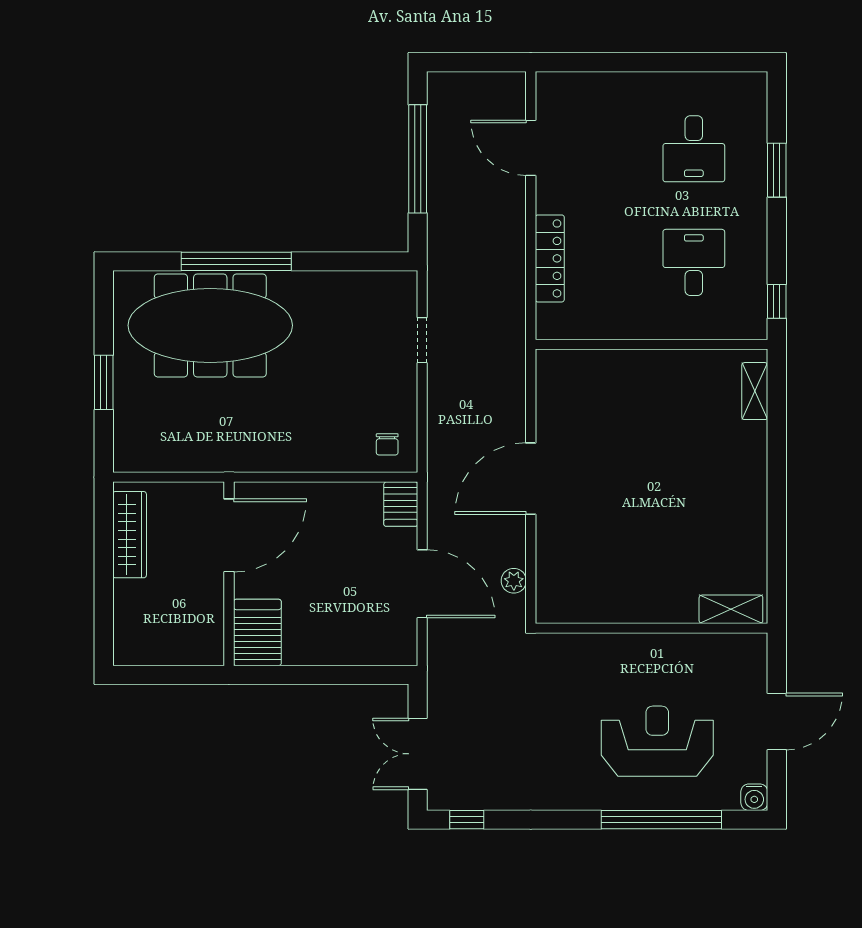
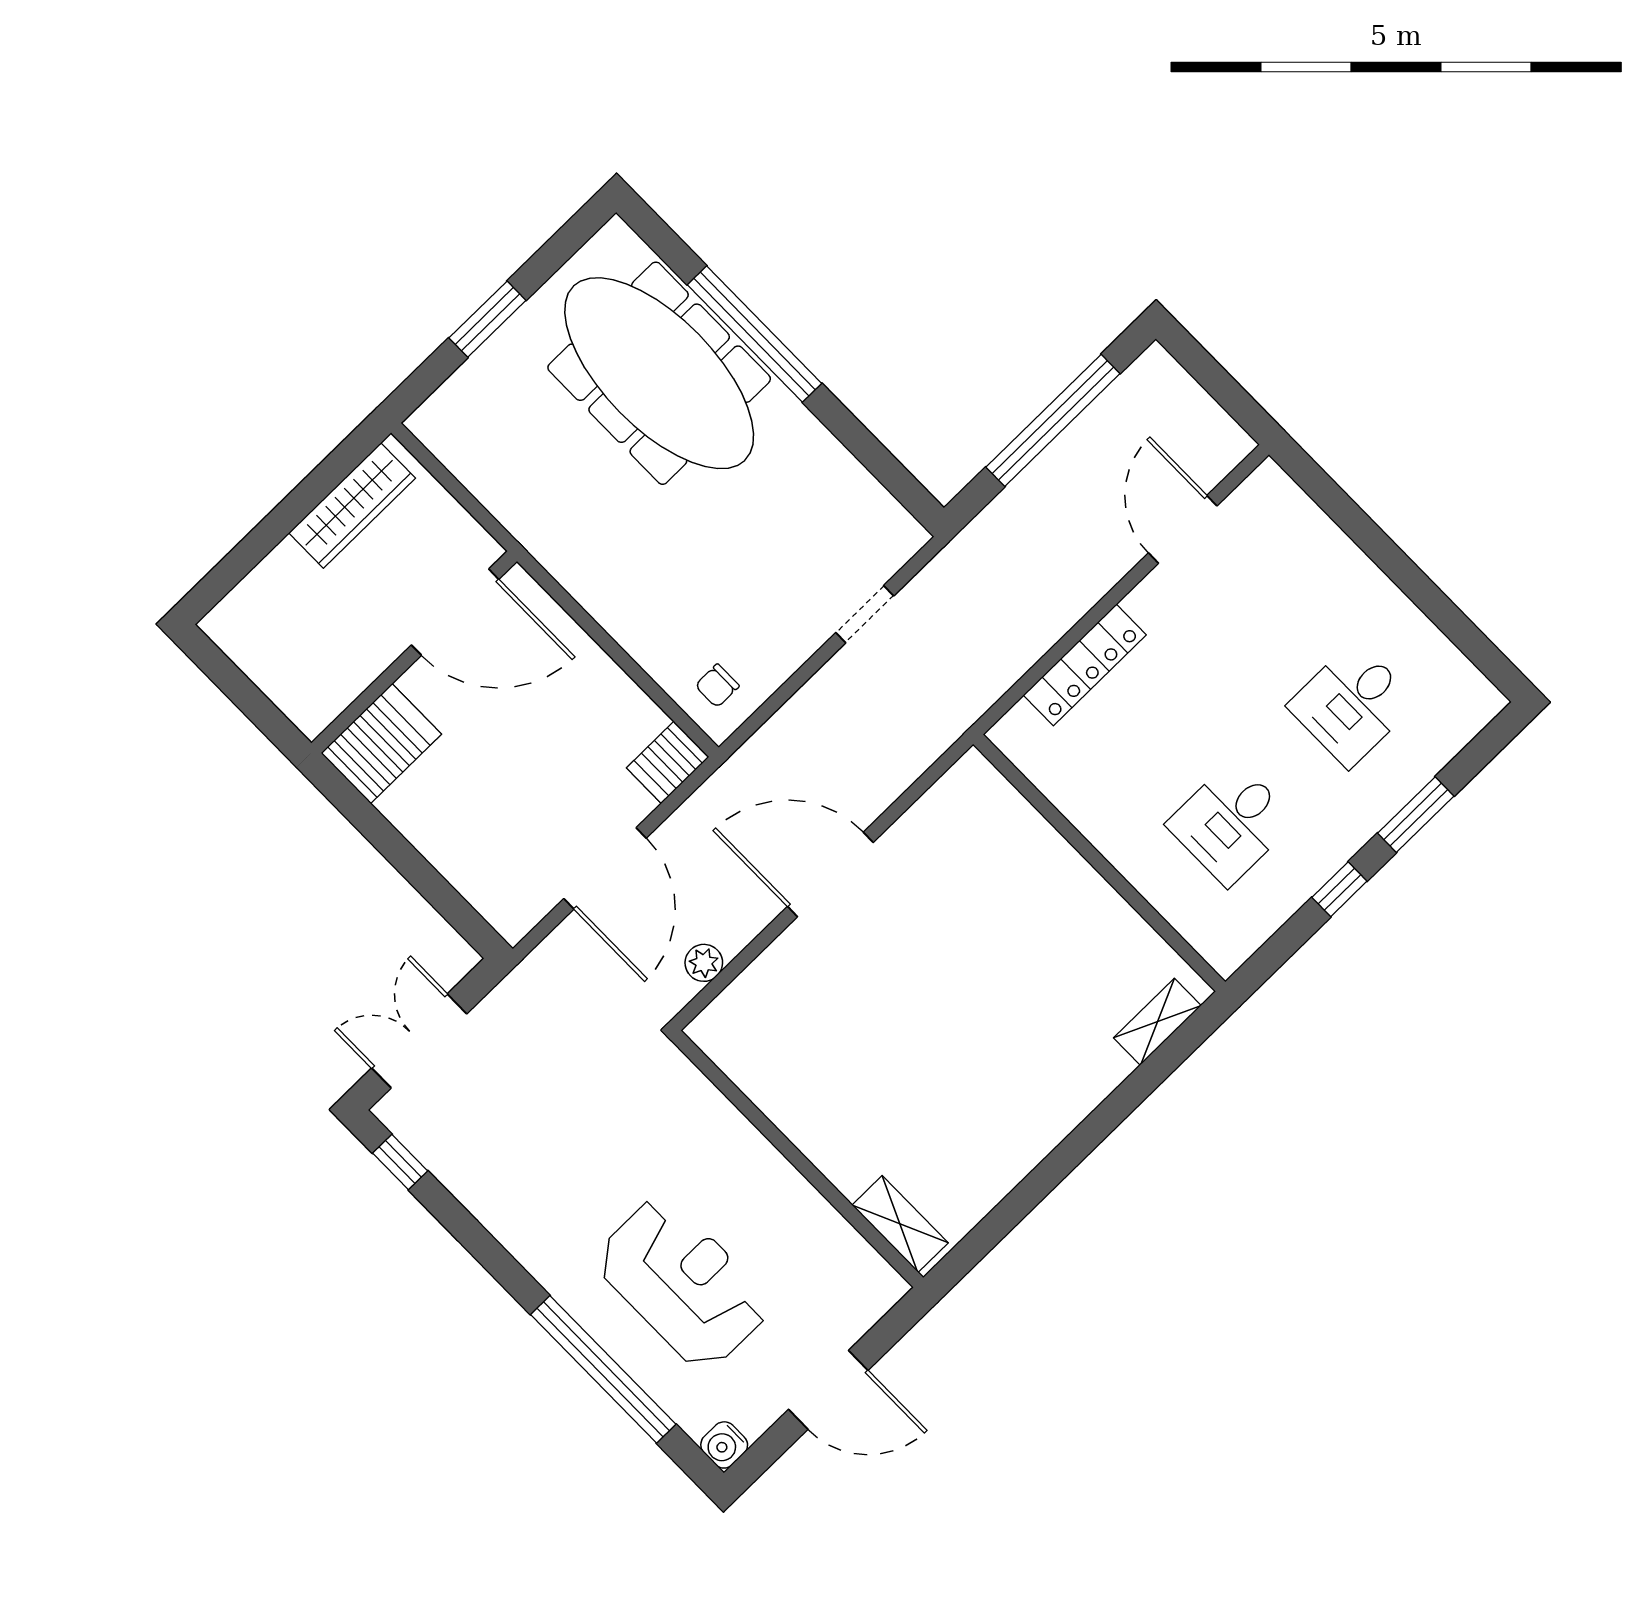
desk: (694, 262) -> (1231, 823), turned 180
window: (777, 301) -> (1339, 889), moved

